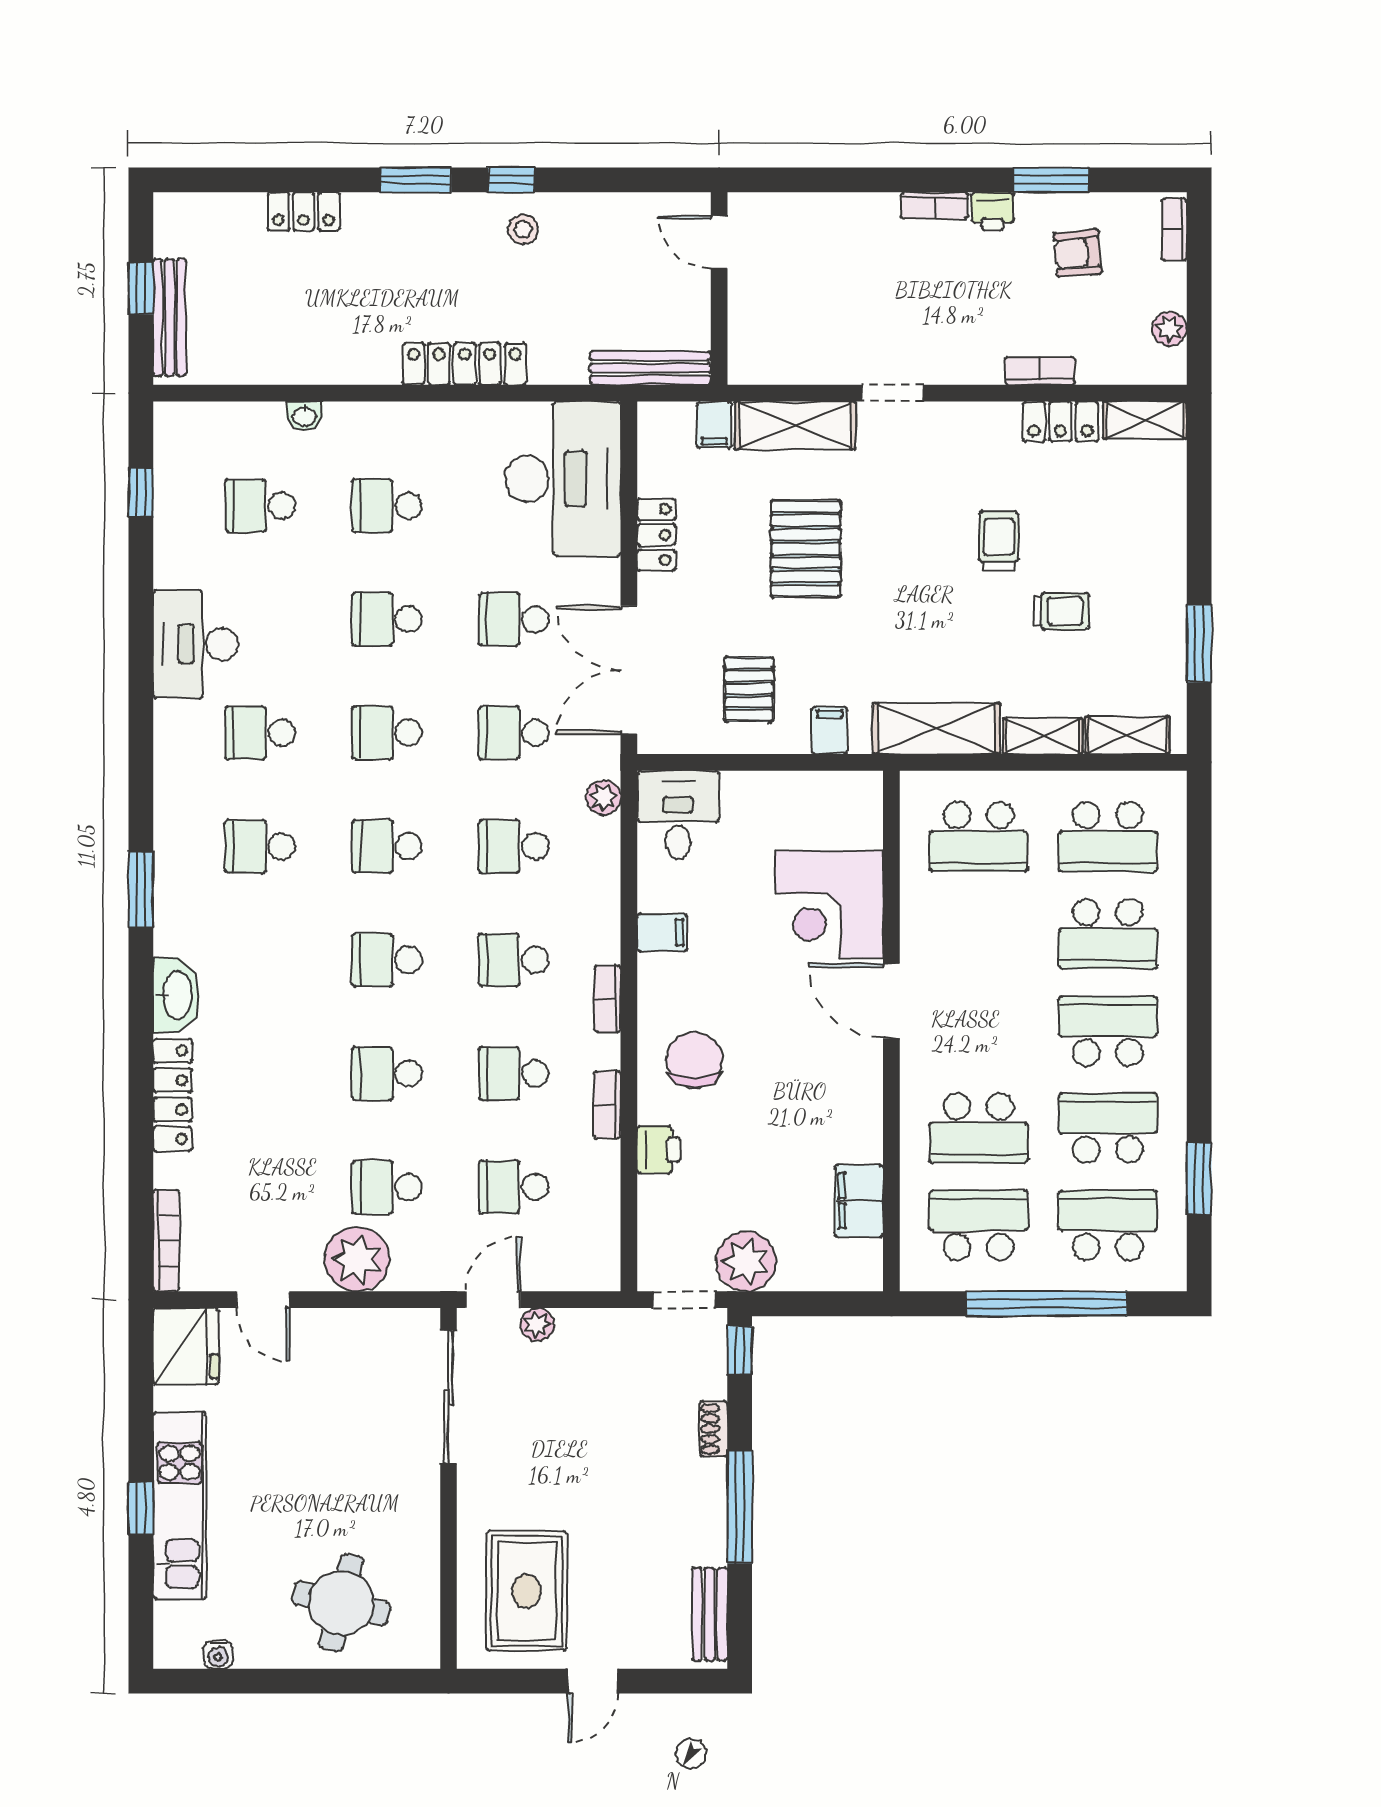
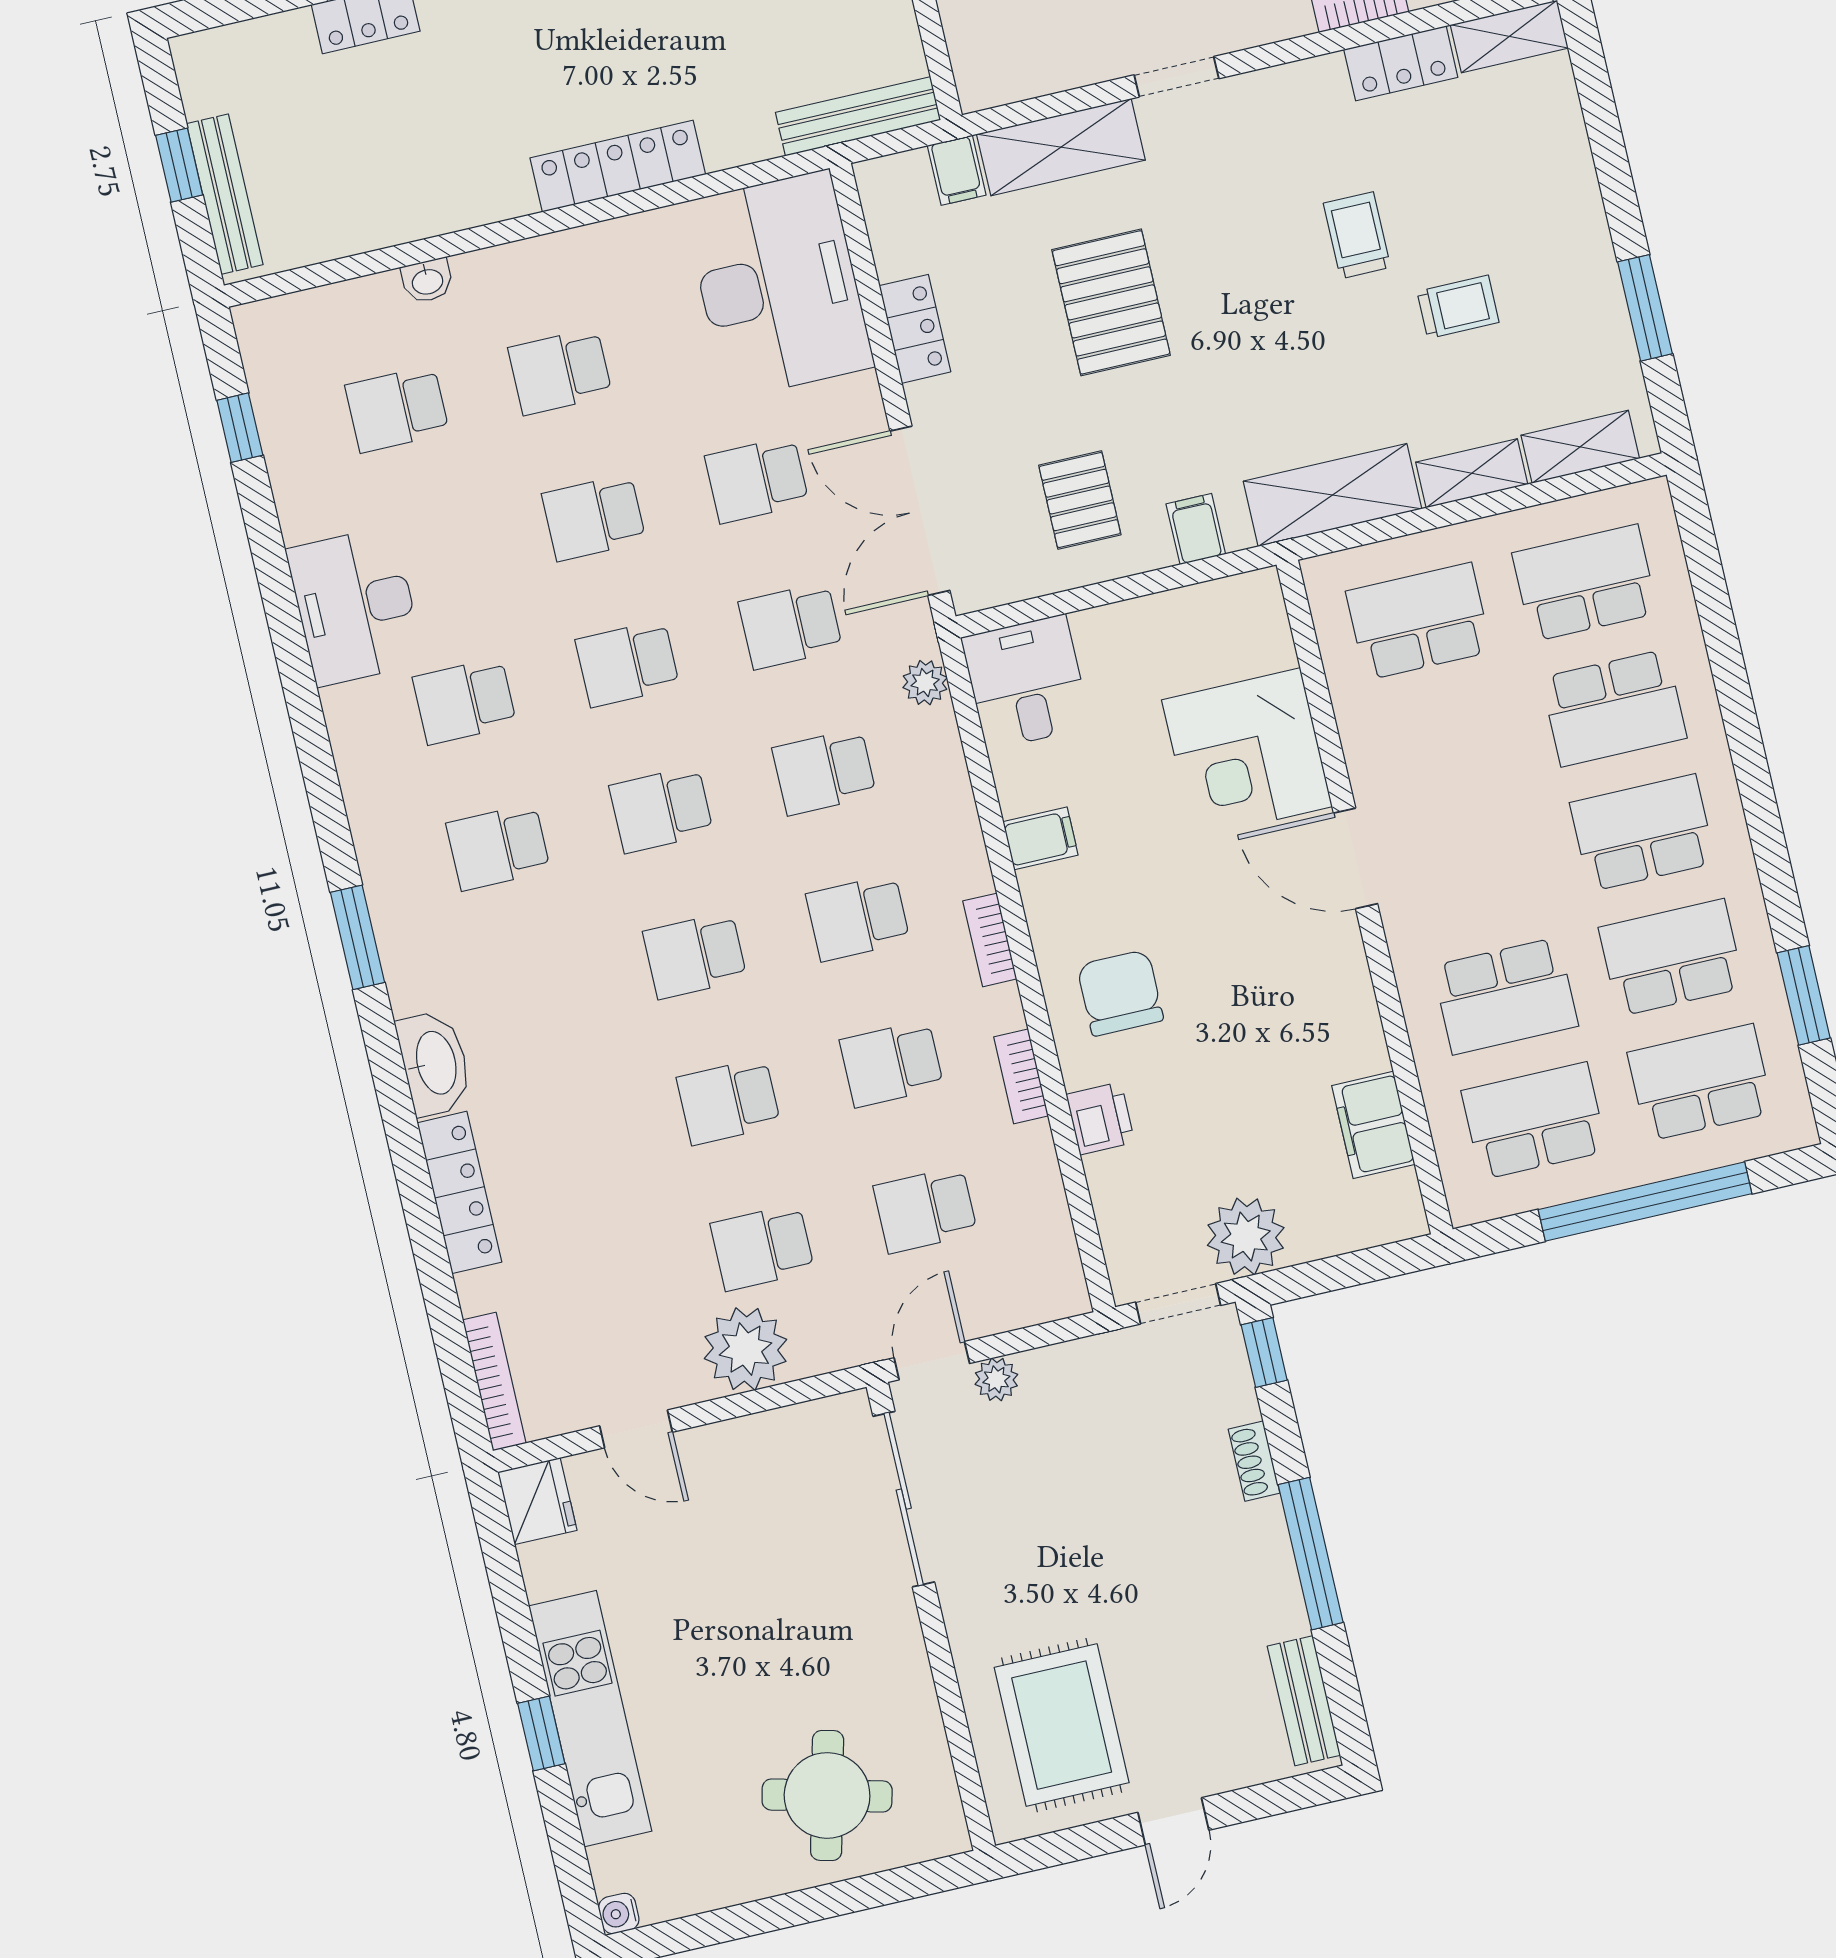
school desk: (979, 837) -> (1419, 621), turned 180
school desk: (1108, 837) -> (1585, 583), turned 180
fridge: (186, 1346) -> (537, 1501), width x0.73, depth x0.75
water cooler: (218, 1655) -> (619, 1914), moved, turned 90

